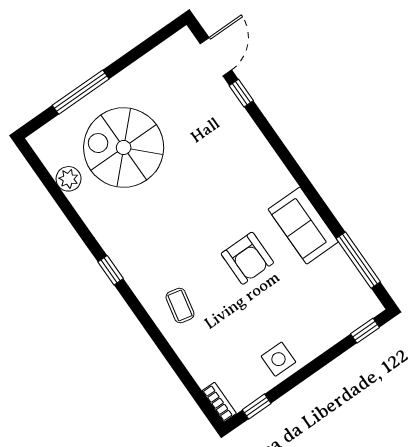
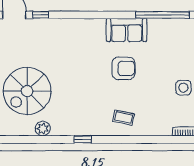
plant: (69, 179) -> (43, 129), moved
window: (358, 260) -> (162, 15), width x1.46

